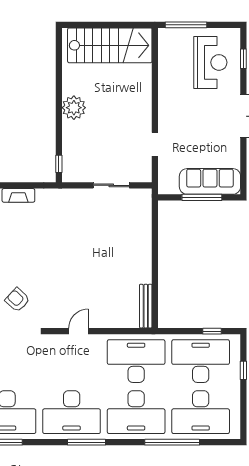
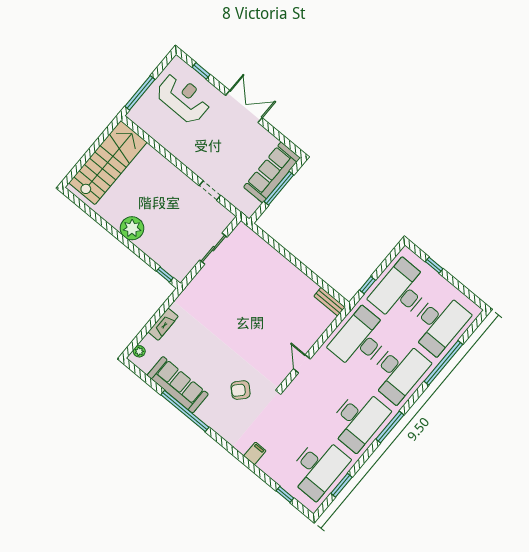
bench: (146, 306) -> (330, 302), width x0.73
window: (212, 331) -> (368, 285), moved

